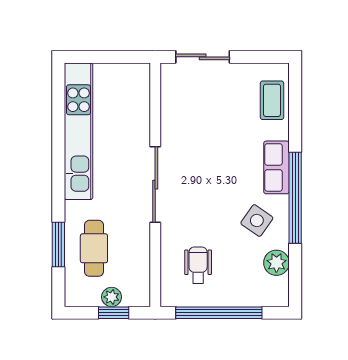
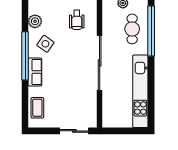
sliding door: (155, 185) -> (100, 63), width x1.36
window: (58, 244) -> (151, 31), width x2.11

